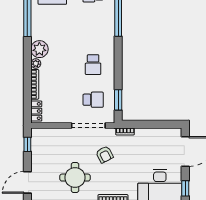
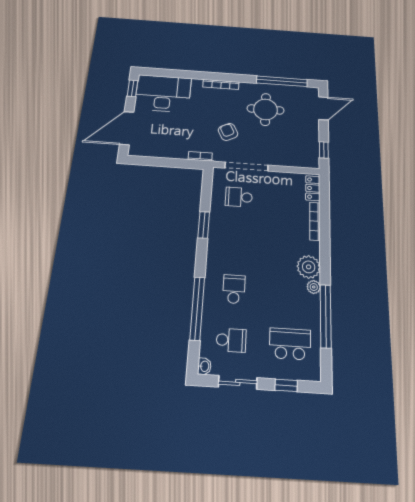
plant: (36, 64) -> (314, 287), moved
school desk: (93, 65) -> (234, 289), moved
window: (118, 100) -> (204, 225), moved

